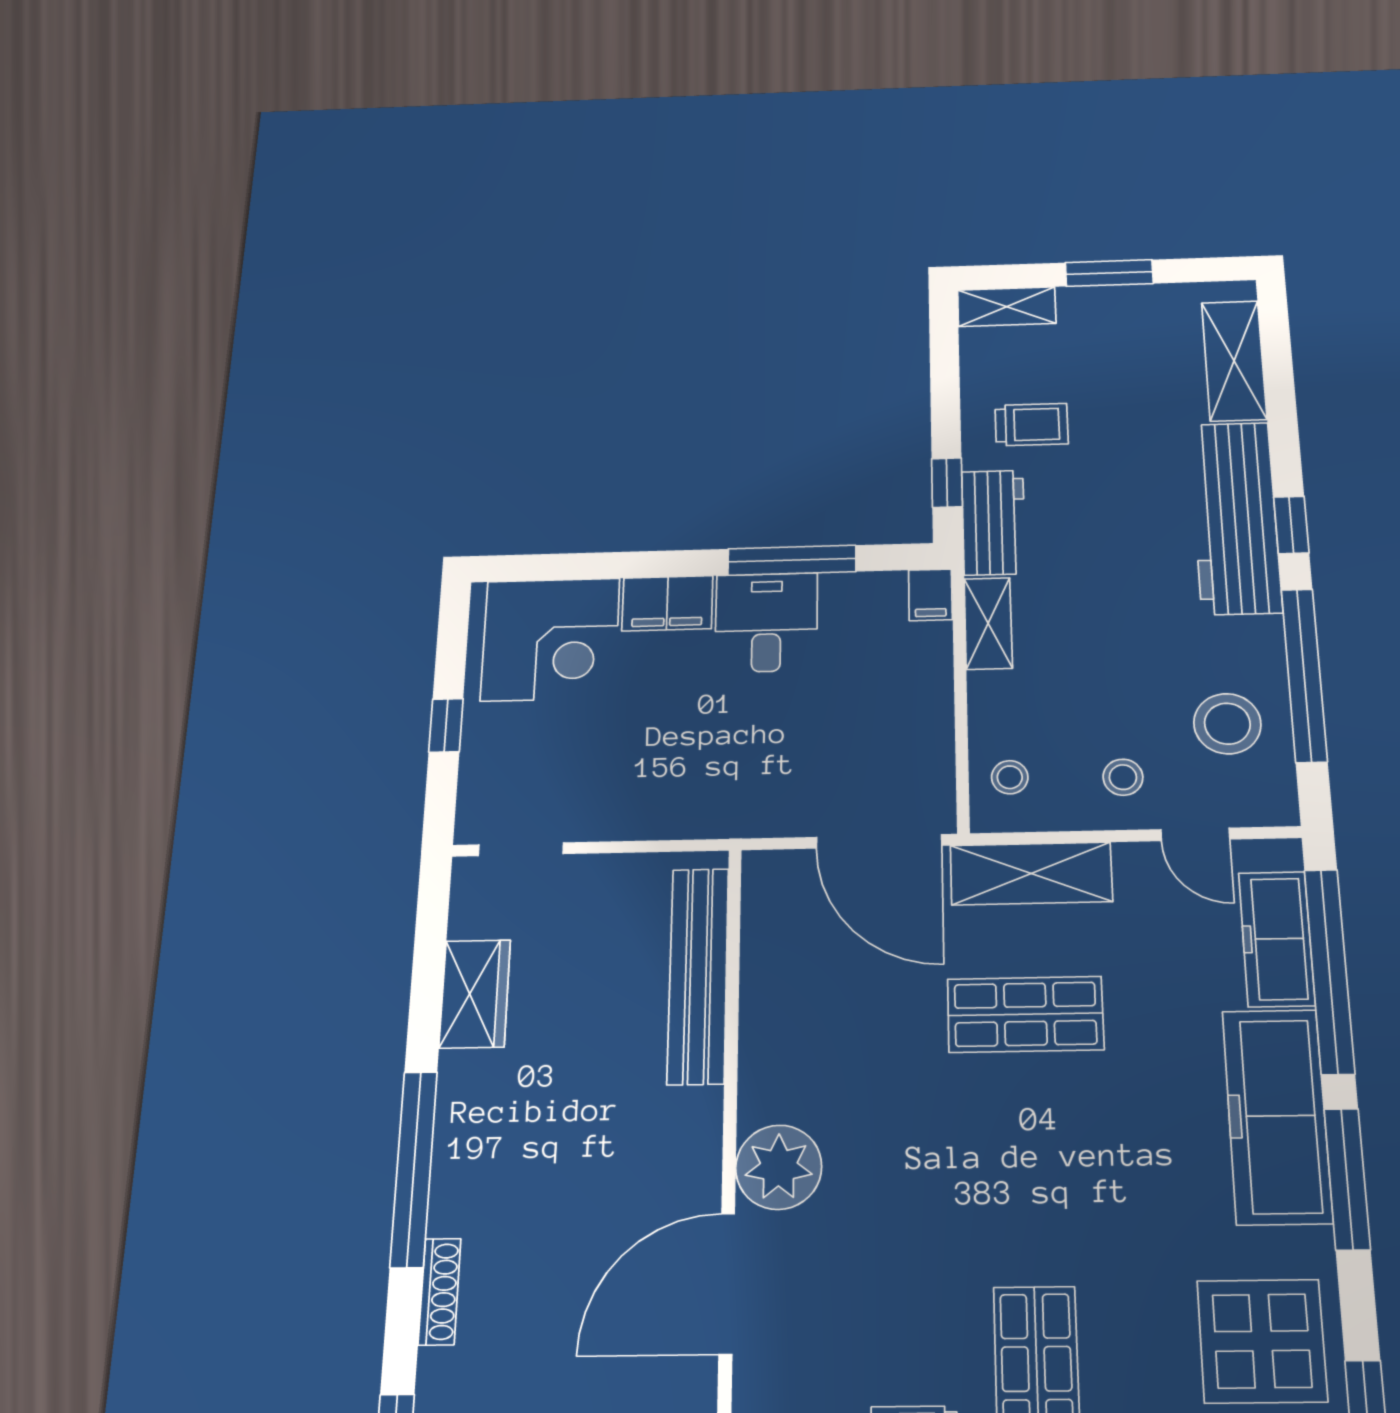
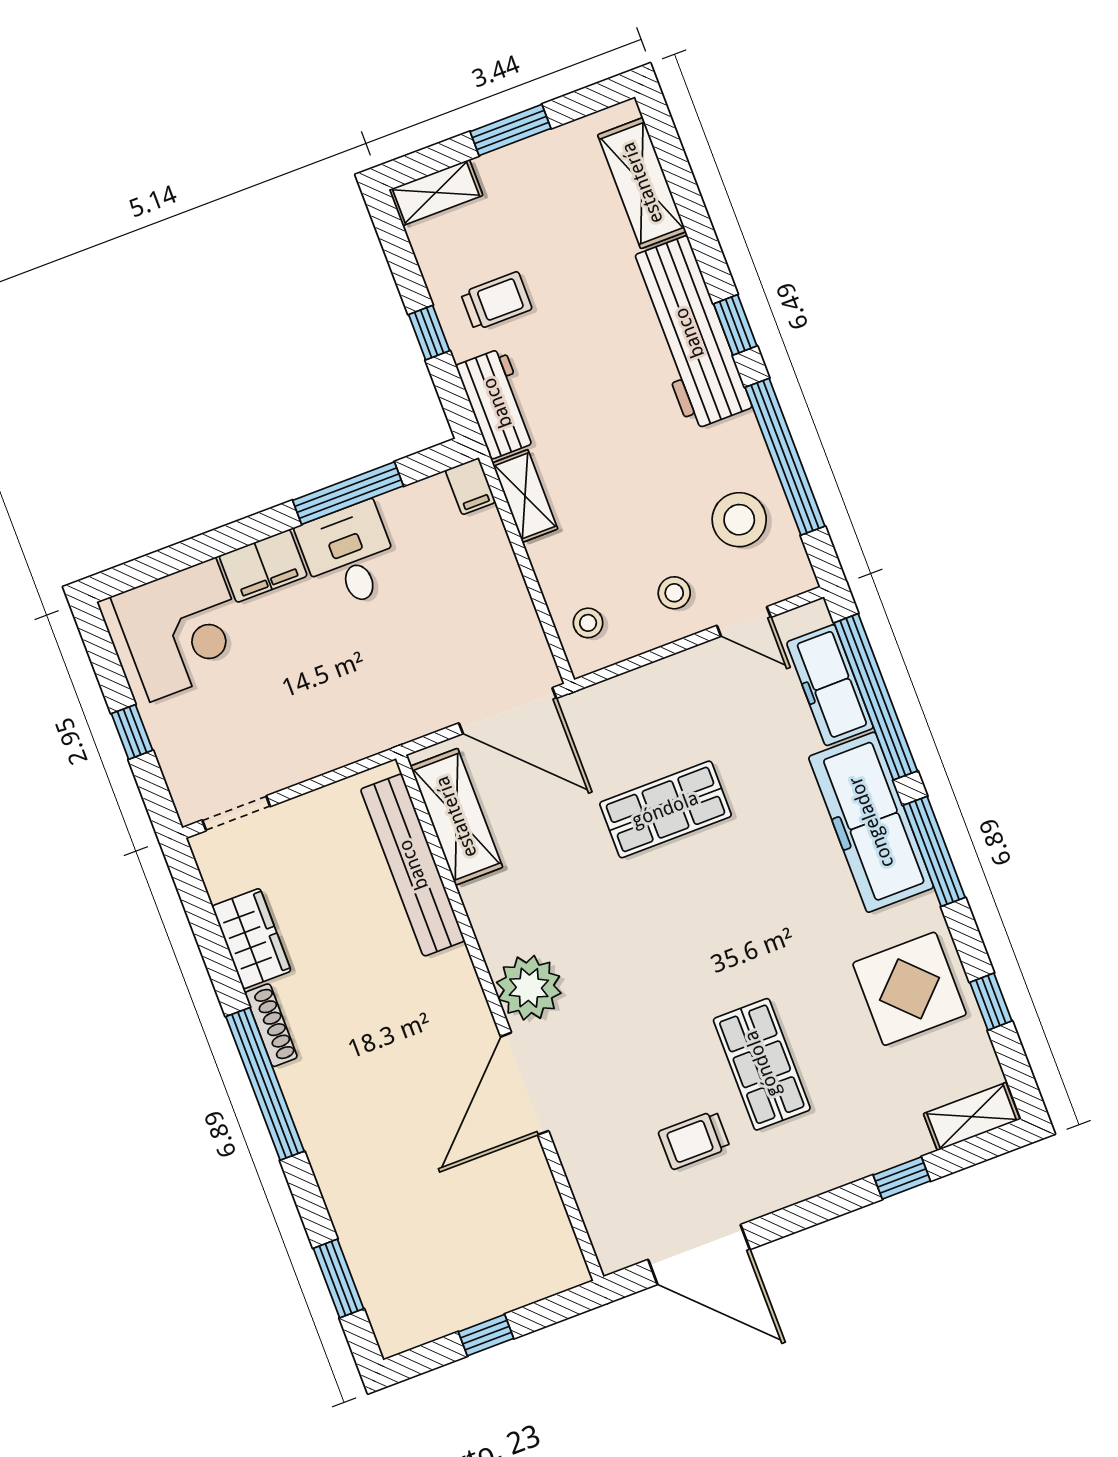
window: (947, 483) -> (429, 333), moved
shelving: (1031, 874) -> (456, 817), moved, turned 90
shoe rack: (440, 1292) -> (271, 1025), moved

